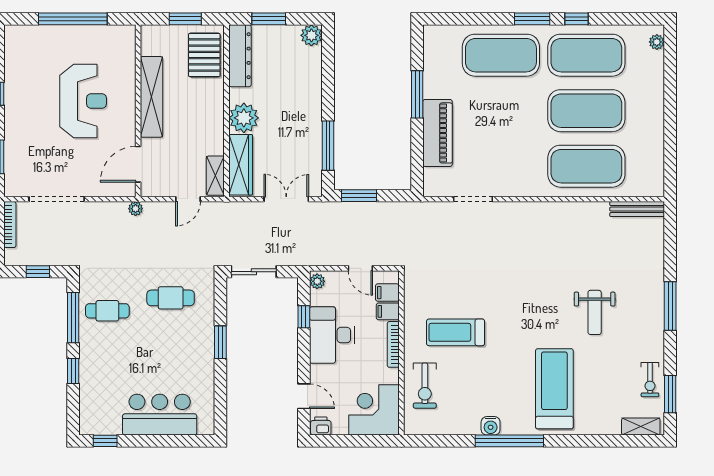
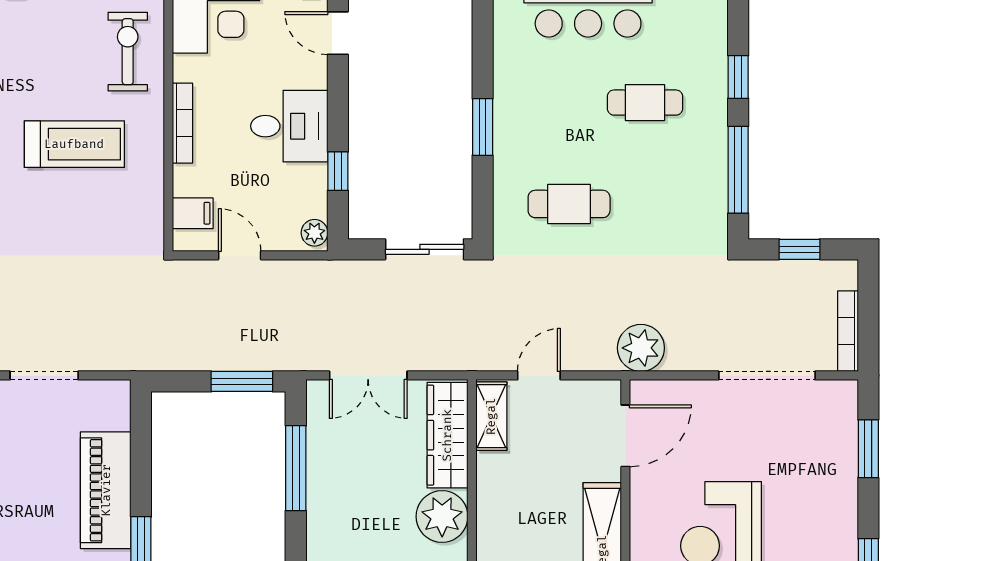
plant: (136, 209) -> (641, 348), width x1.88, depth x1.88
cafe table: (107, 311) -> (645, 103), moved
filing cabinet: (388, 311) -> (192, 180), removed
desk: (332, 335) -> (289, 126), width x0.73

